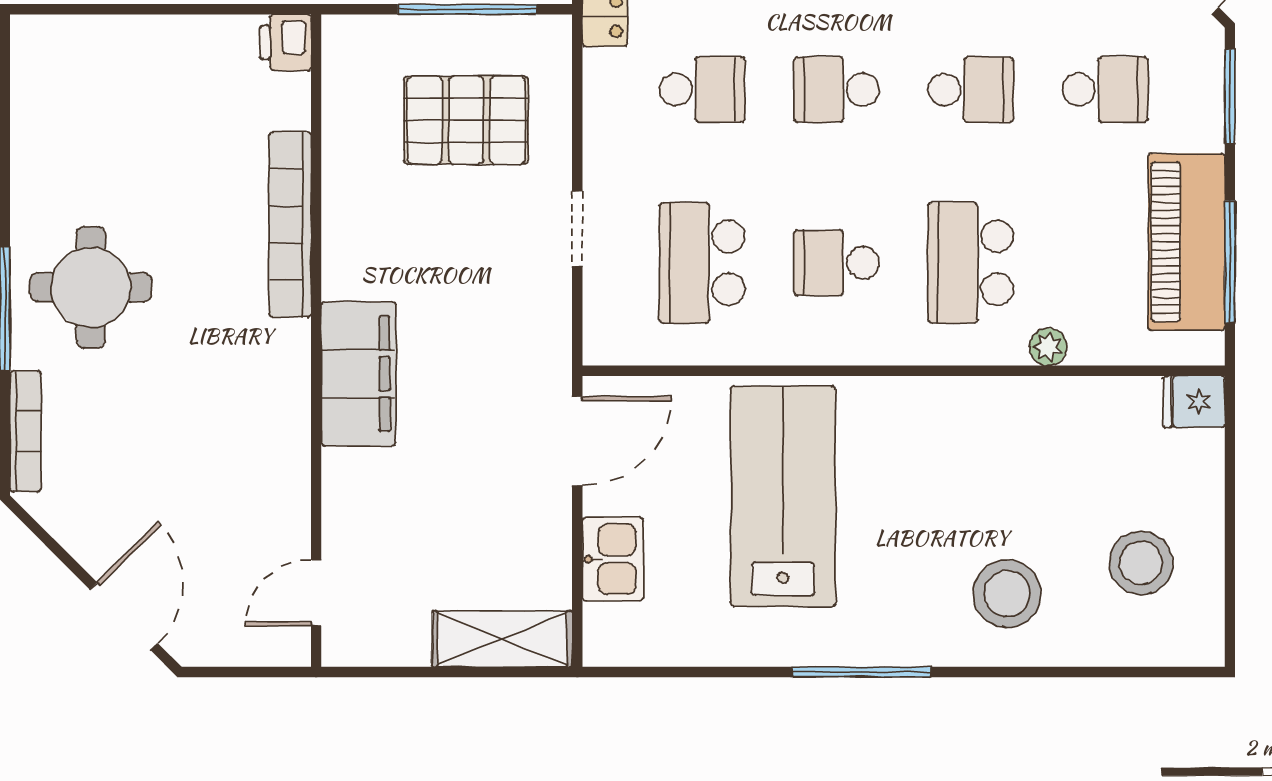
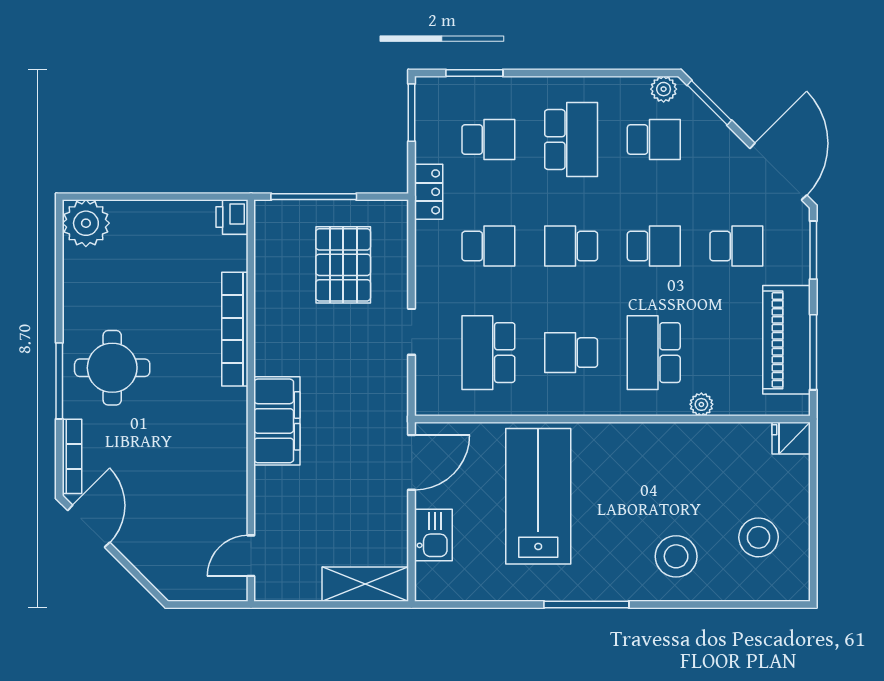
window: (467, 9) -> (314, 197), moved
plant: (48, 52) -> (86, 223), added
pallet: (466, 120) -> (343, 265), turned 90
door: (124, 616) -> (89, 526), moved

